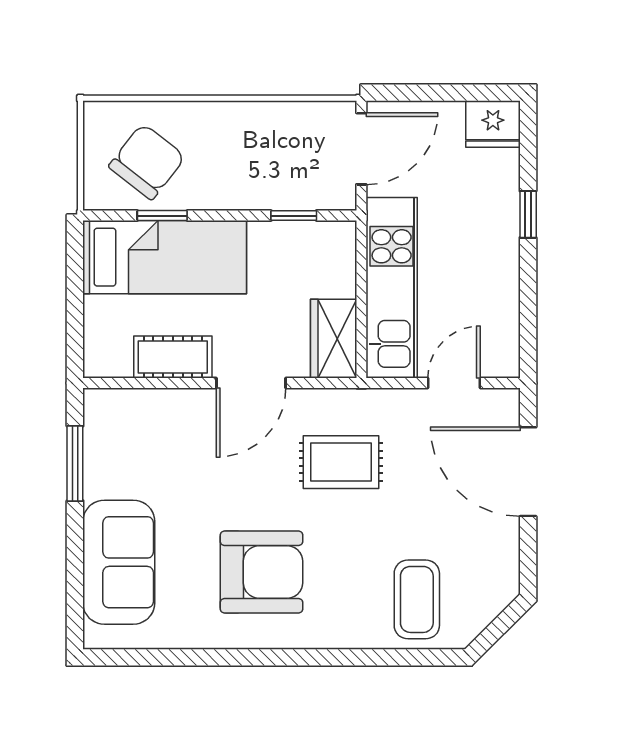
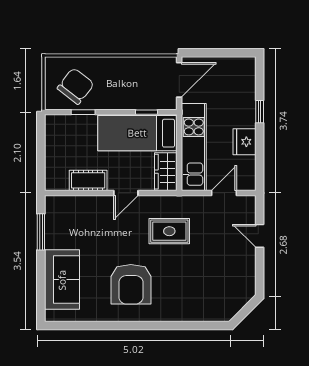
fridge: (493, 124) -> (244, 142), moved, turned 90
bed: (165, 257) -> (137, 133), moved, turned 180
door: (251, 383) -> (126, 193), width x0.73
door: (528, 472) -> (260, 236), width x0.53
armchair: (262, 572) -> (131, 284), turned 90
coffee table: (417, 599) -> (206, 297), removed

